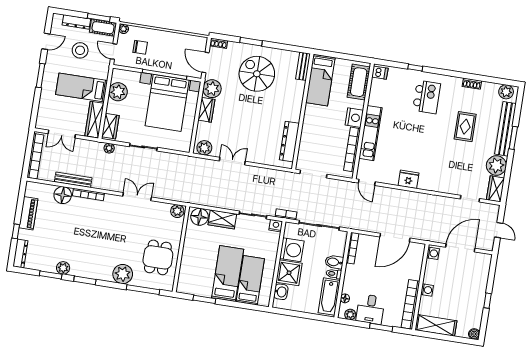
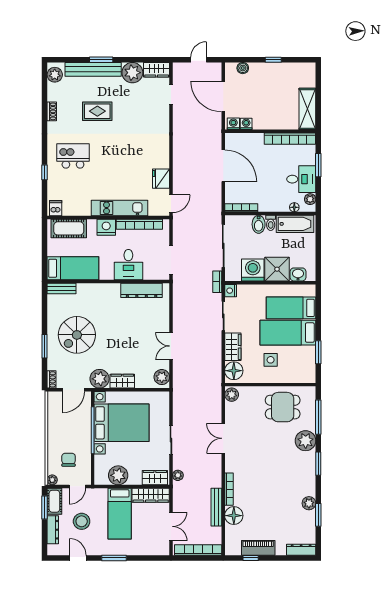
desk: (316, 133) -> (128, 265), added
fridge: (409, 179) -> (161, 179), moved
window: (16, 231) -> (251, 558), moved
side table: (204, 253) -> (271, 360), added
window: (85, 280) -> (318, 464), moved
washing machine: (427, 290) -> (246, 124), moved
boiler: (474, 334) -> (243, 68), moved

